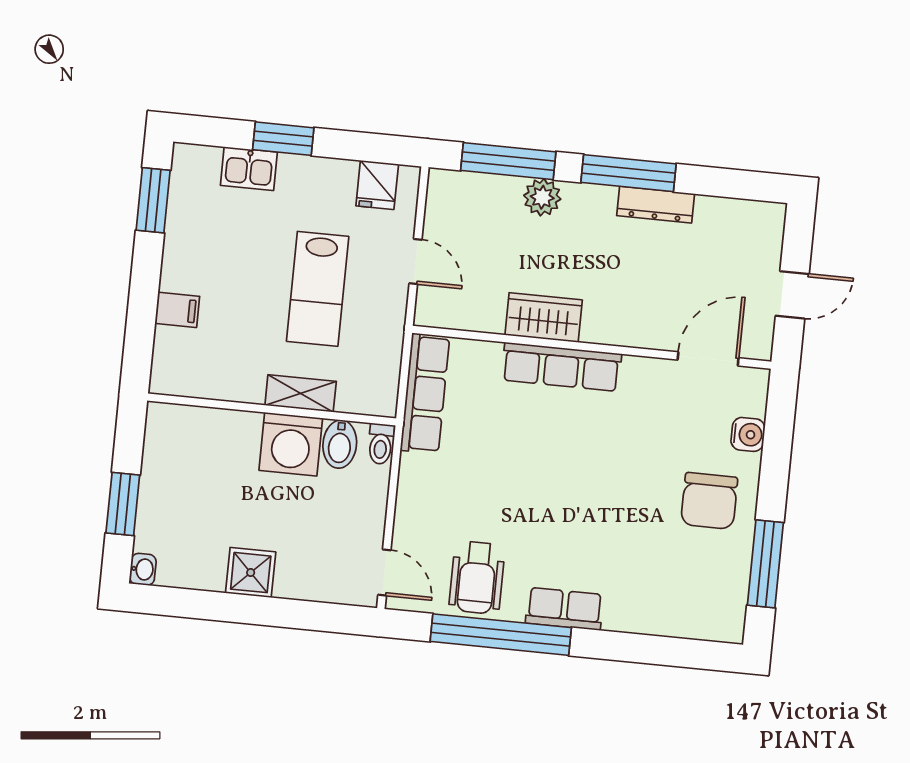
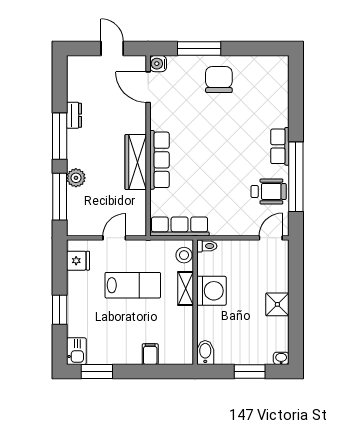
kitchen sink: (249, 169) -> (76, 351), moved
dresser: (656, 205) -> (74, 115), width x0.70
wardrobe: (544, 318) -> (136, 162), width x1.50
stool: (367, 397) -> (184, 255), added
water cooler: (748, 434) -> (158, 64), moved, turned -90
bidet: (340, 444) -> (205, 352), moved, turned -90
chair: (709, 501) -> (219, 80), turned -90
window: (765, 564) -> (199, 48), moved

